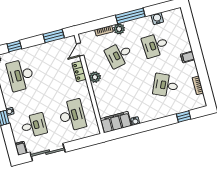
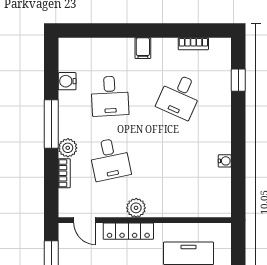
locker: (79, 71) -> (128, 231), width x1.53
filing cabinet: (116, 122) -> (218, 193), removed

